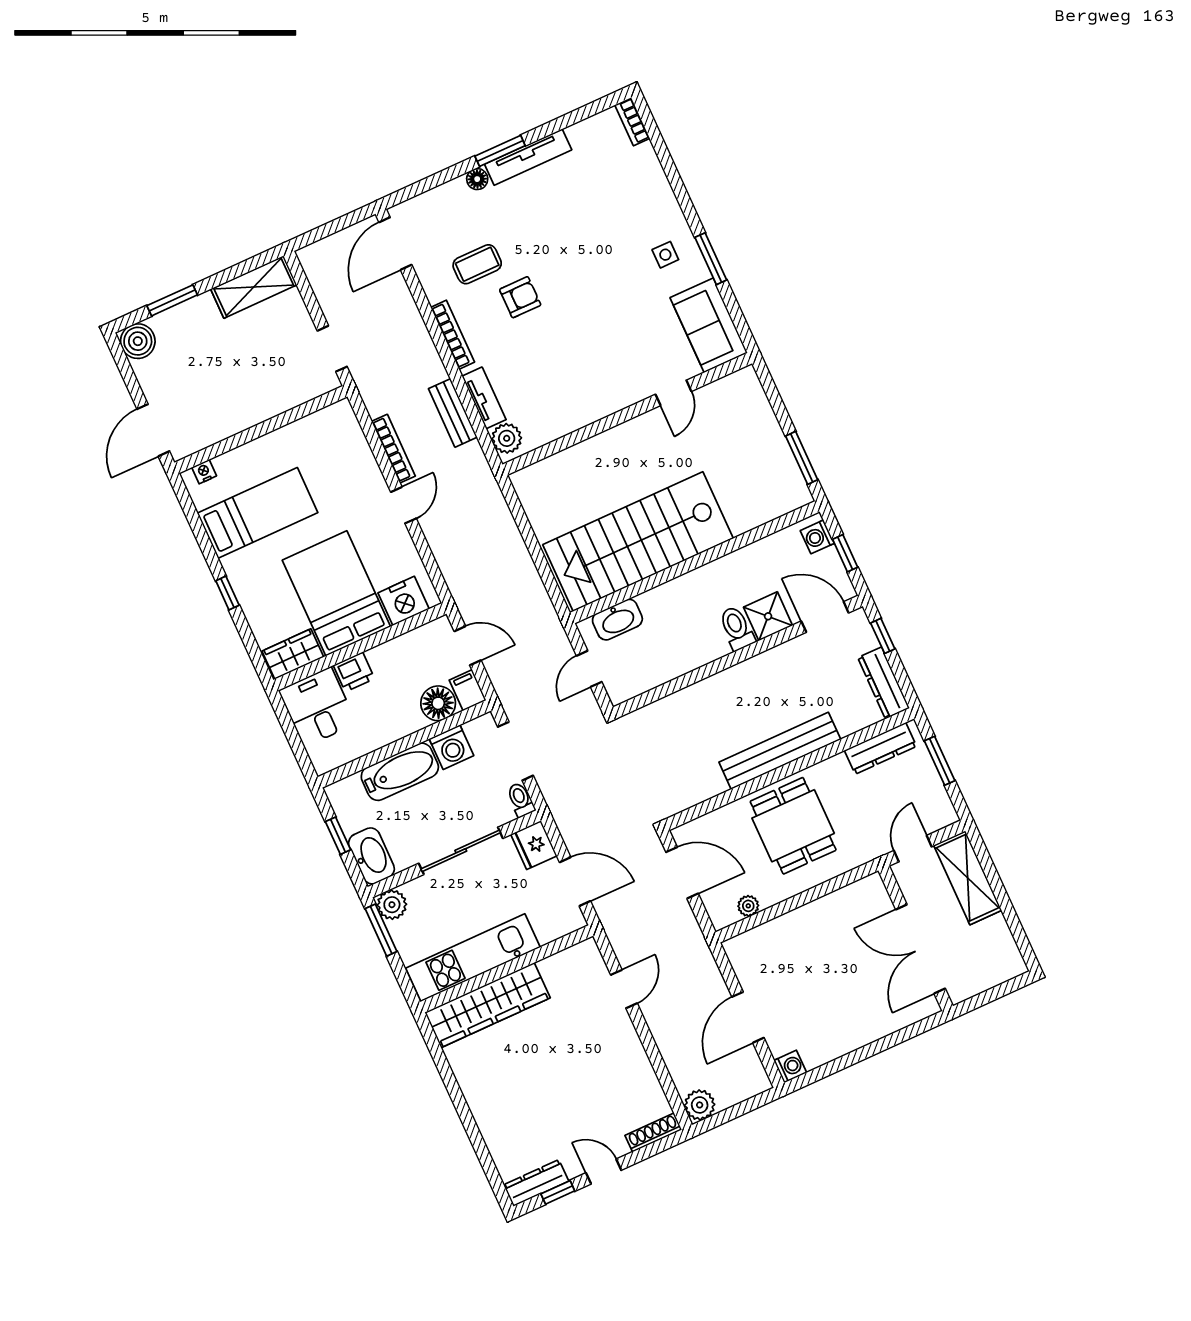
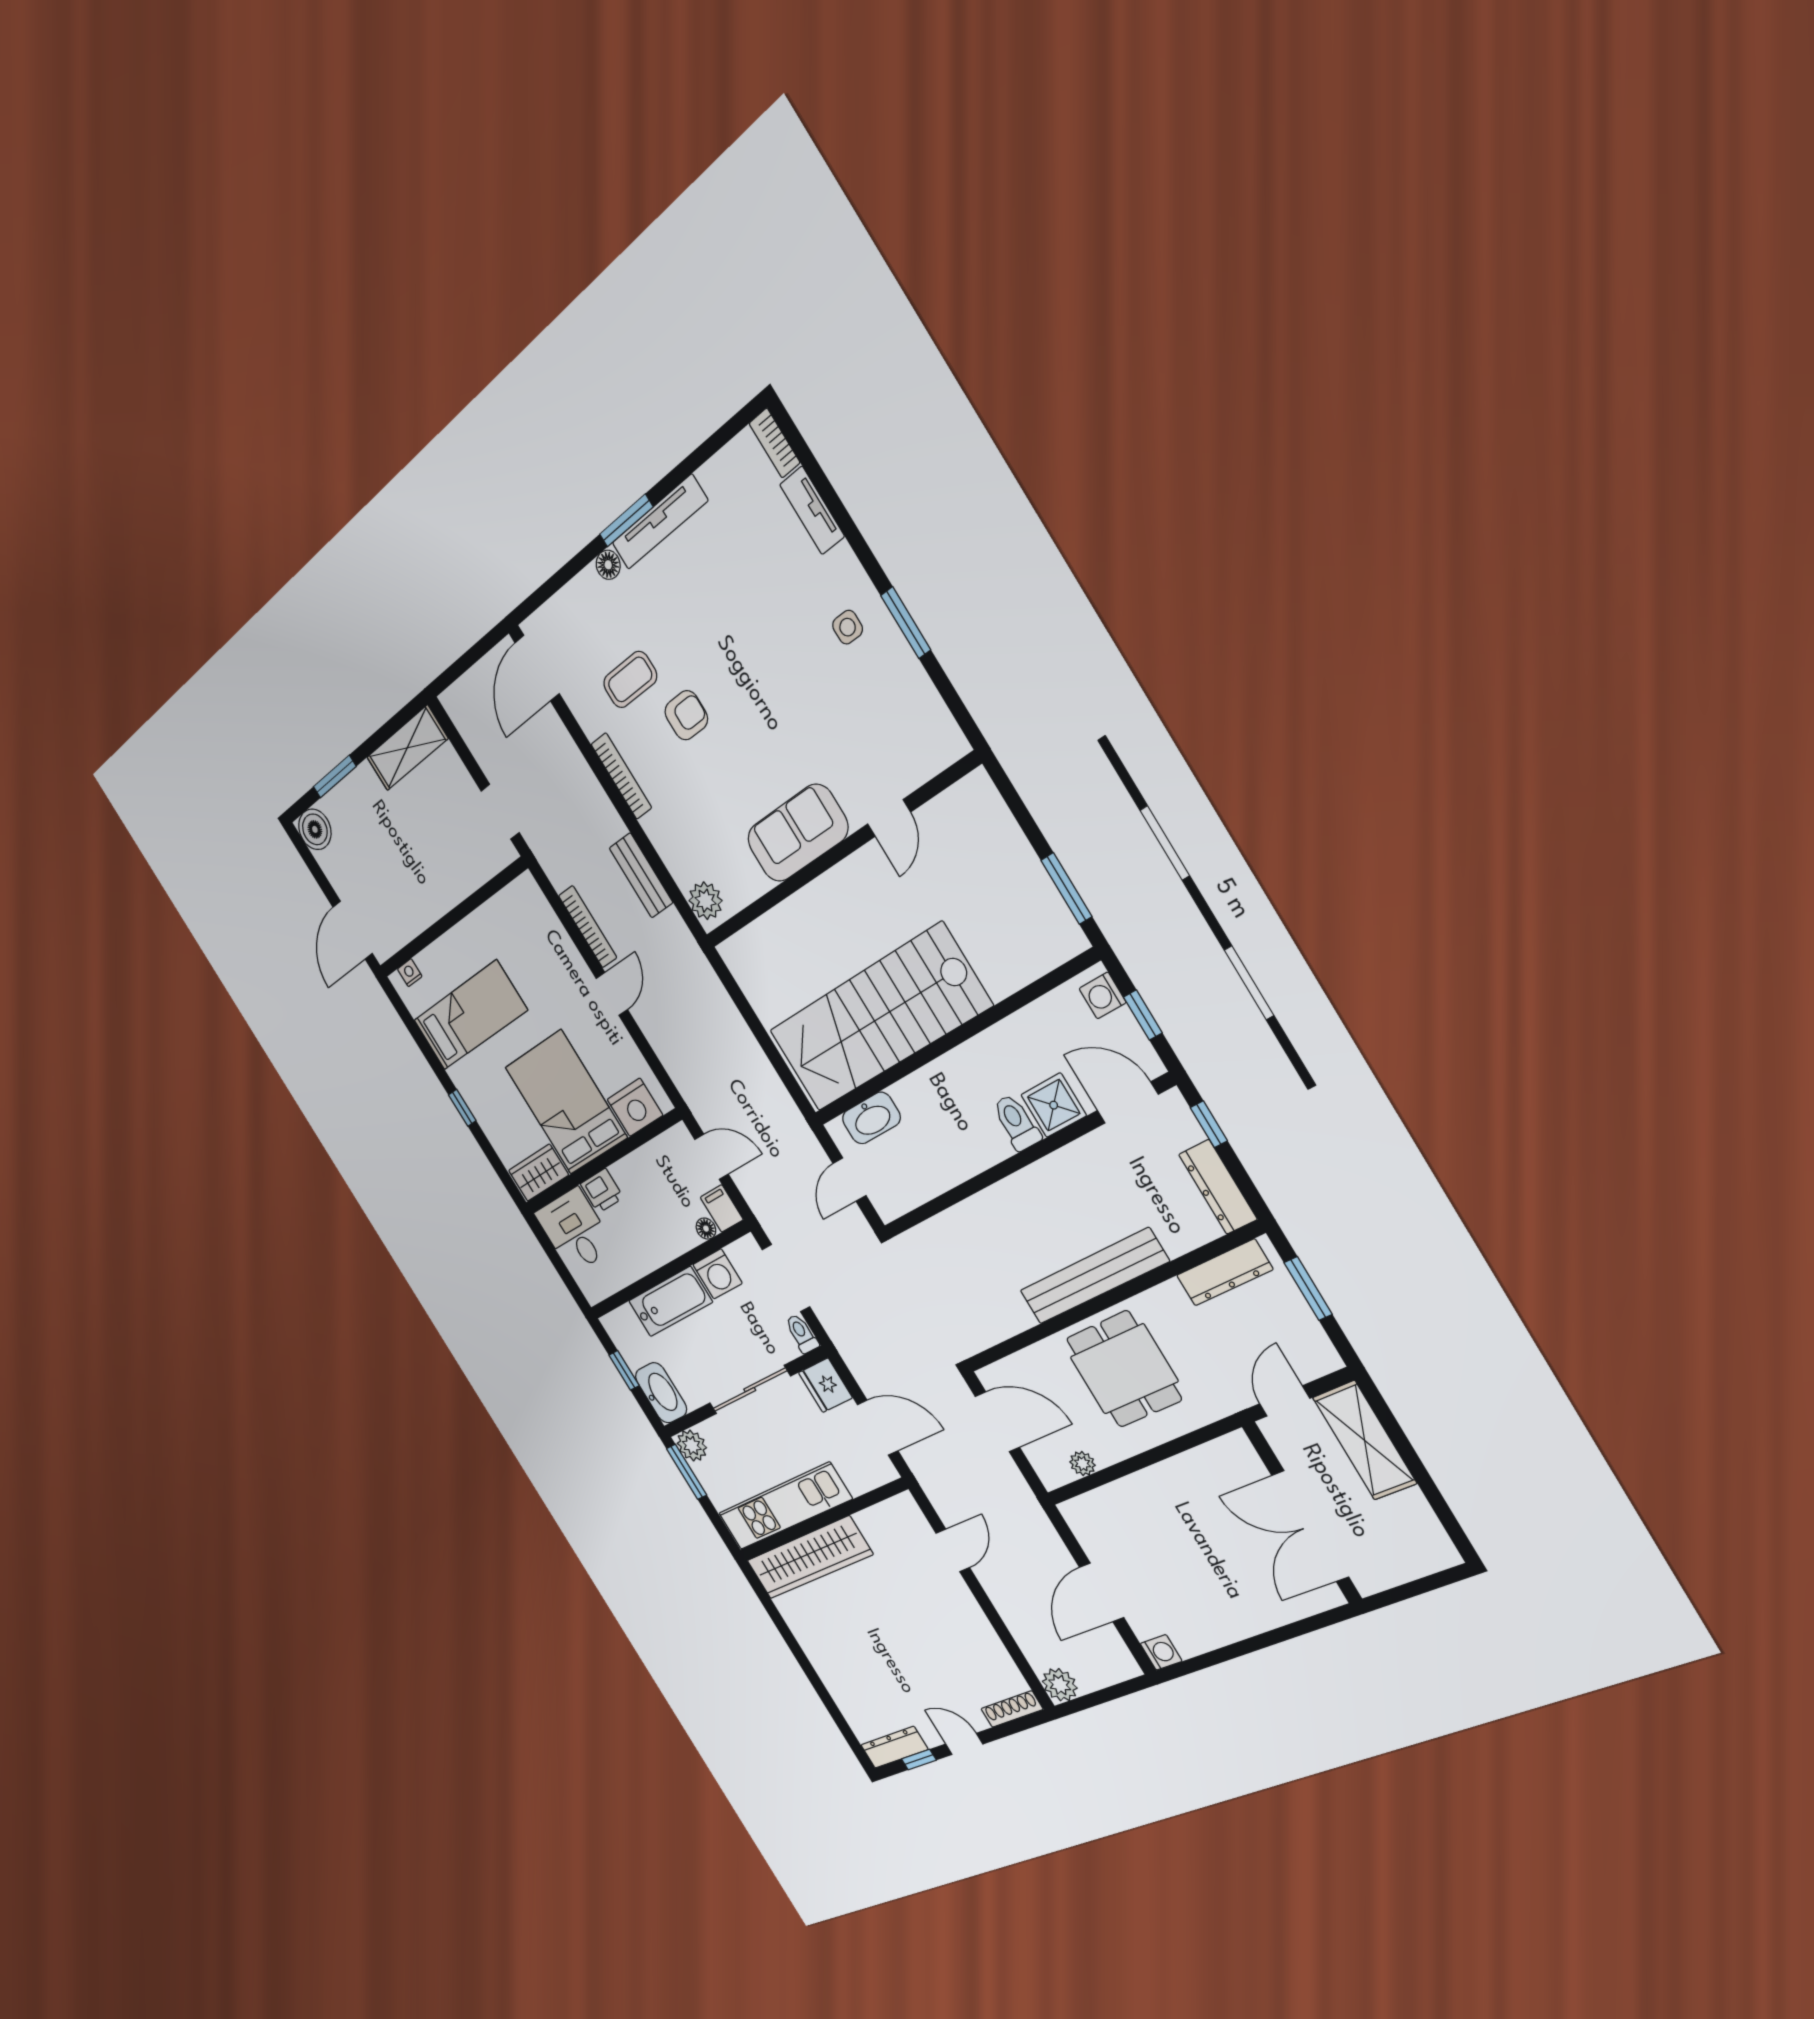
sofa: (709, 325) -> (798, 833), moved, turned 90
tv unit: (484, 398) -> (812, 510), moved, turned 180
floor lamp: (438, 703) -> (706, 1229), width x0.53, depth x0.53

